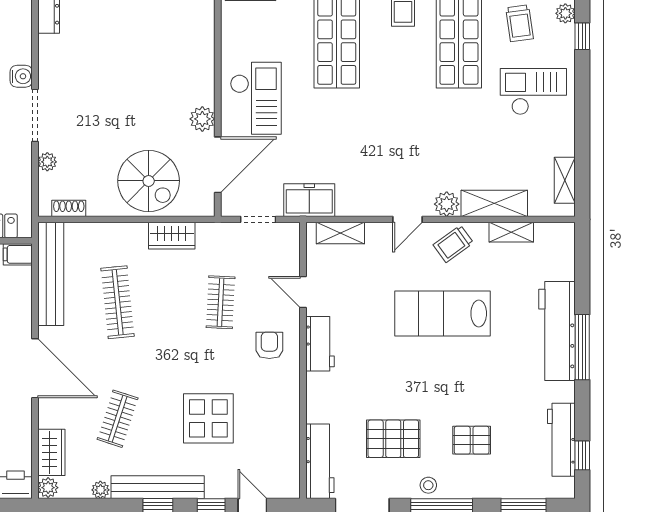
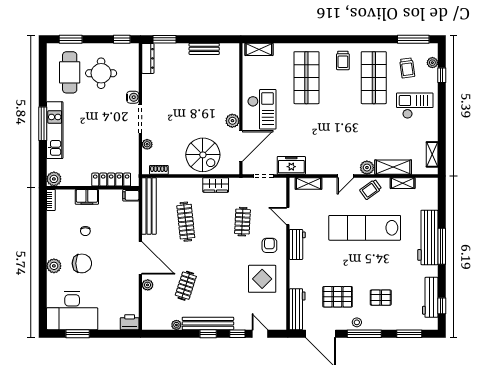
lab bench: (443, 313) -> (365, 228), width x1.36
display table: (208, 418) -> (262, 279), moved
wardrobe: (51, 452) -> (149, 304), removed
plant: (48, 488) -> (148, 285), moved

